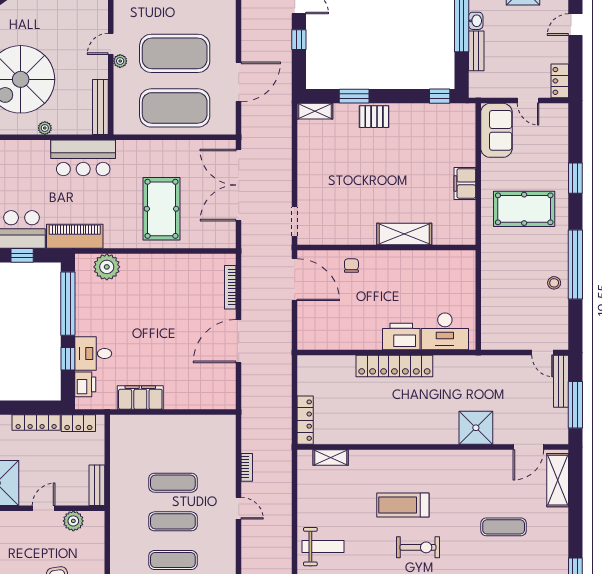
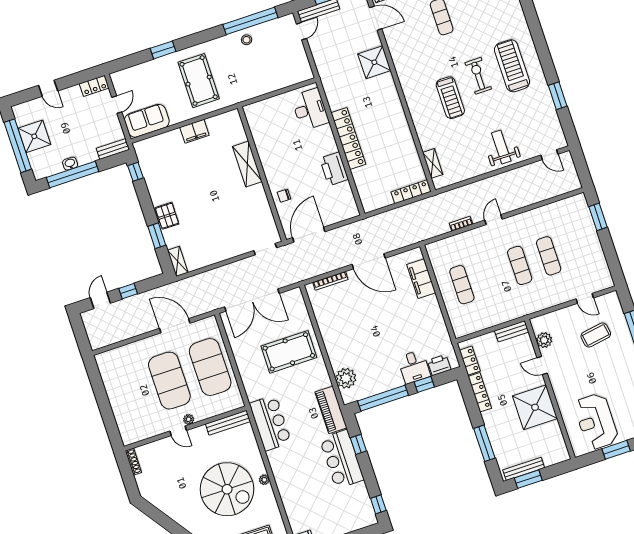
bench: (476, 51) -> (113, 149), moved
plant: (45, 128) -> (264, 480), moved
window: (575, 265) -> (250, 21), moved
printer: (401, 336) -> (334, 169), moved
filing cabinet: (140, 398) -> (421, 279), moved
exercise mat: (173, 483) -> (462, 285), moved

